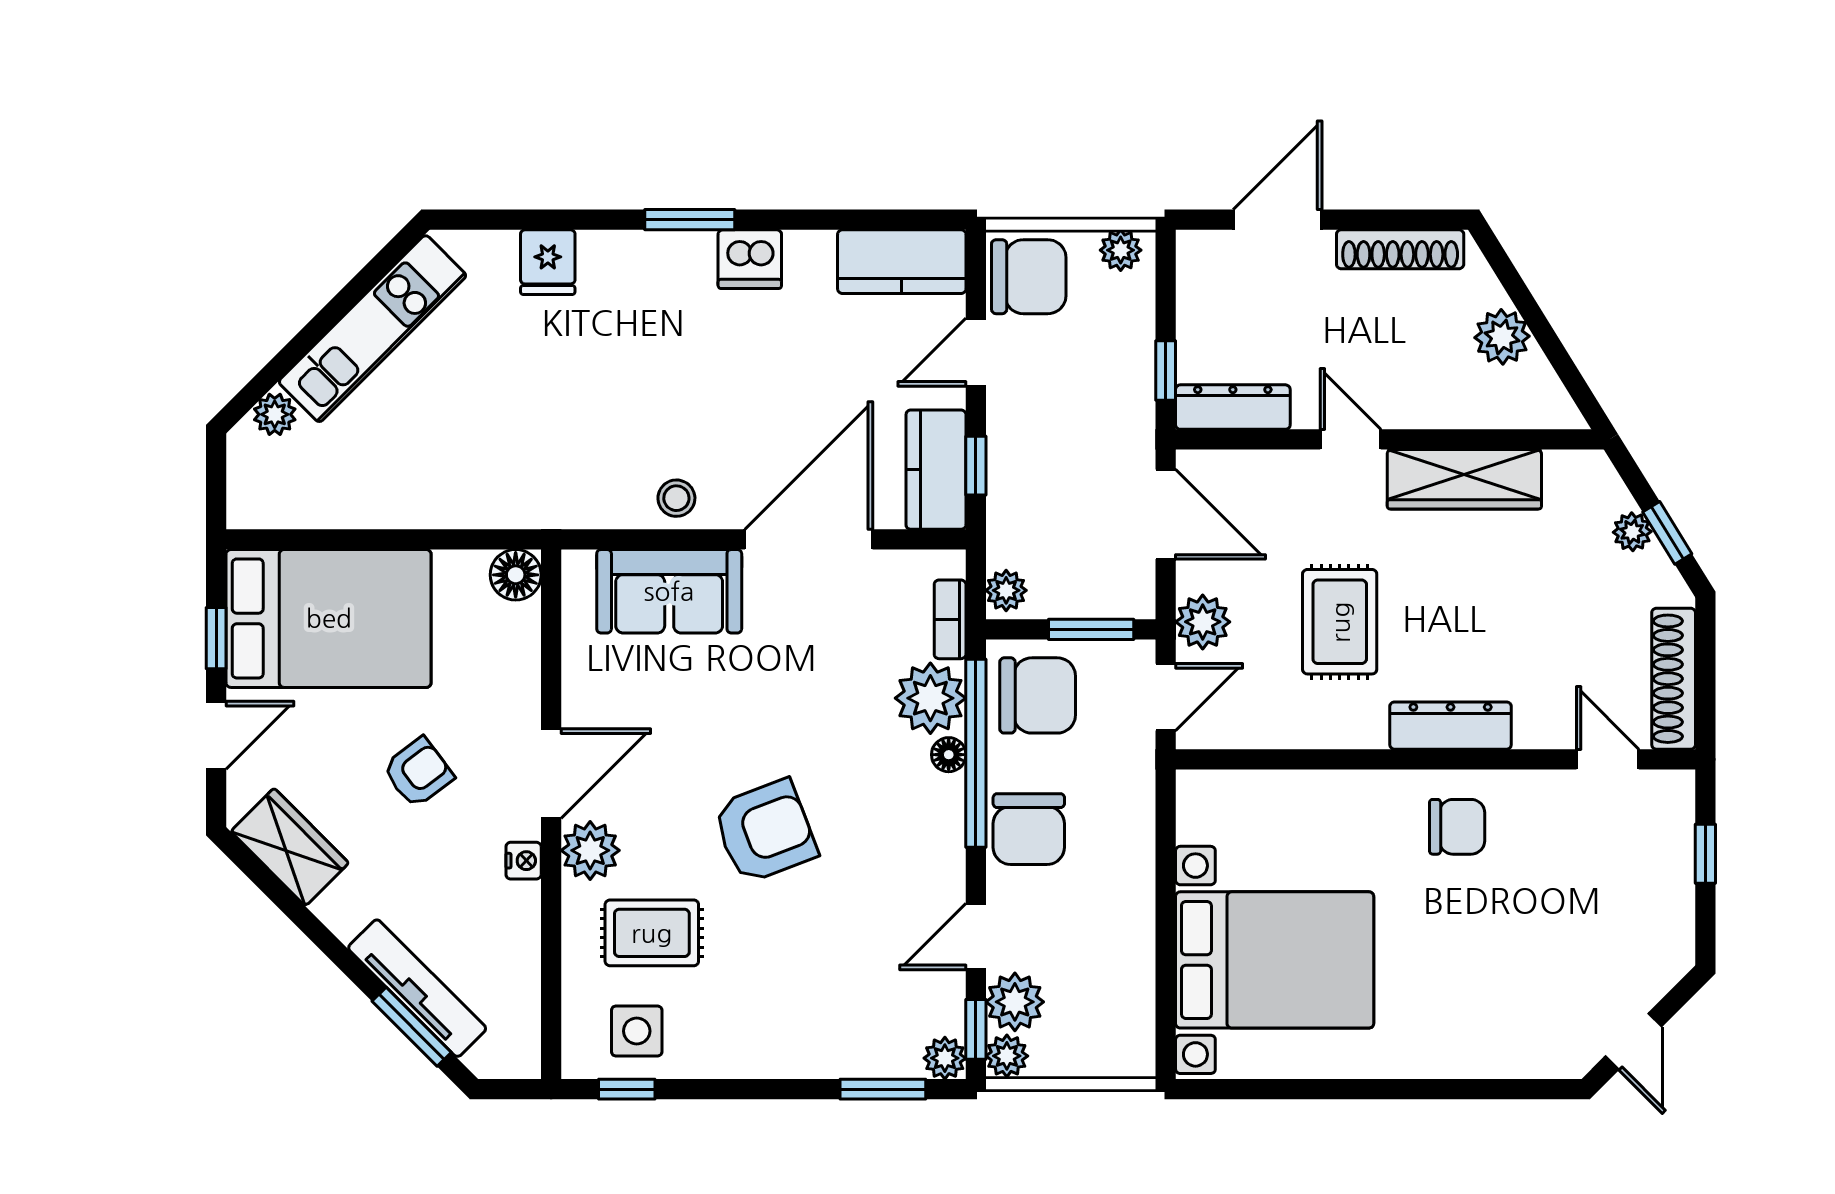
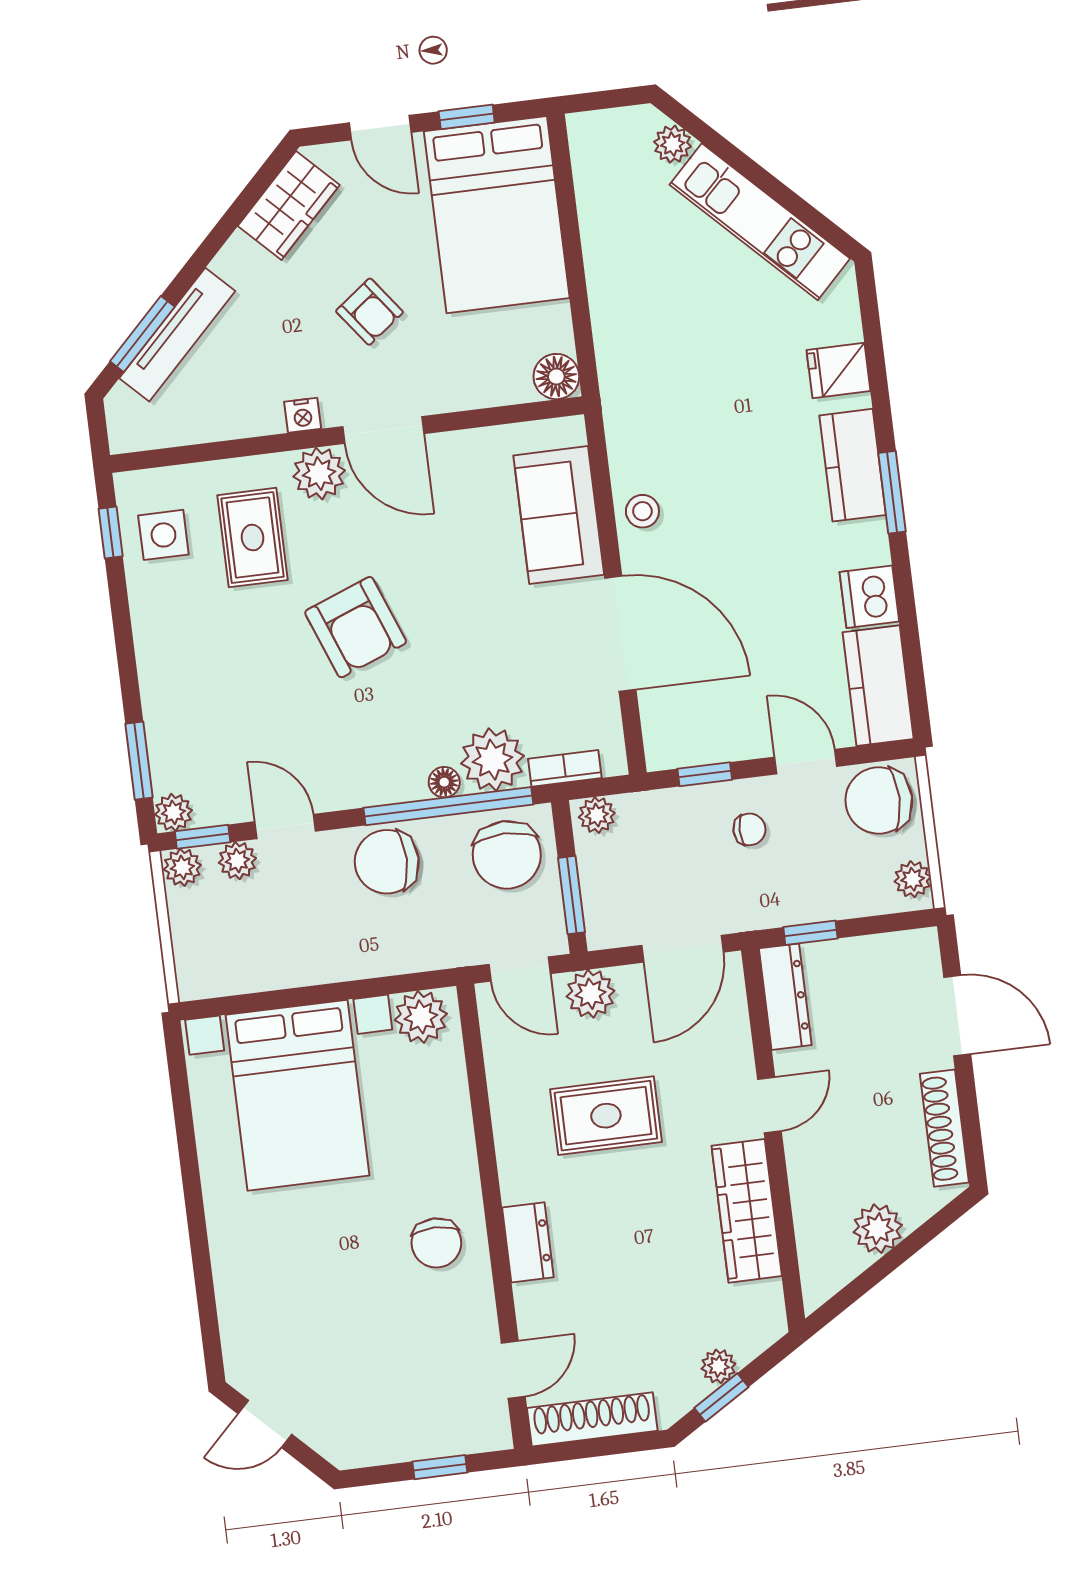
dishwasher: (750, 259) -> (869, 597), moved
chair: (1029, 277) -> (879, 800), turned 90
chair: (1043, 424) -> (749, 829), added
kitchen counter: (936, 470) -> (853, 465), moved, turned -90
dresser: (1451, 726) -> (528, 1242), width x0.70
plant: (1205, 813) -> (421, 1017), added
plant: (1015, 1002) -> (237, 861), width x0.73, depth x0.73

